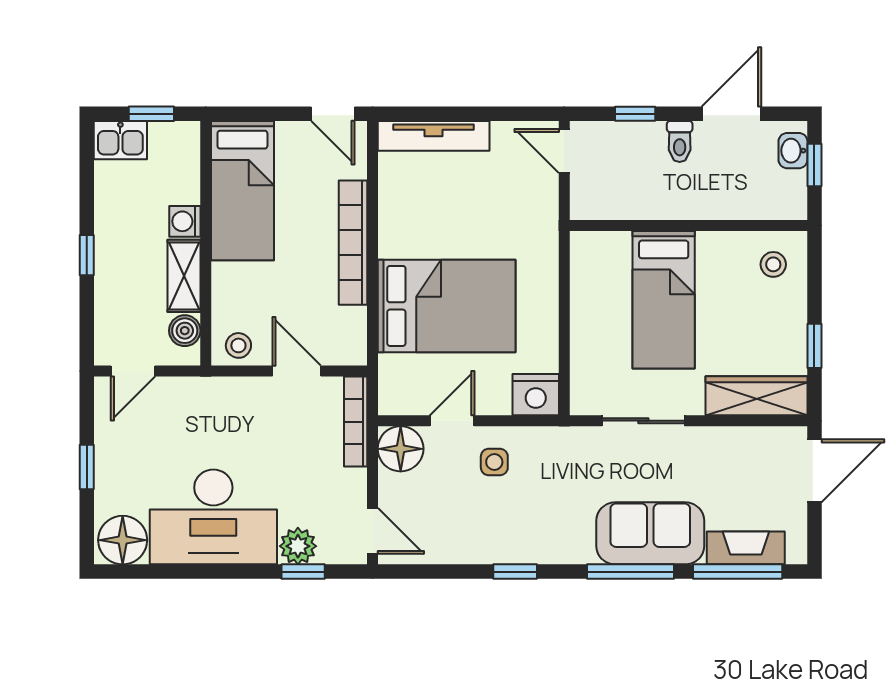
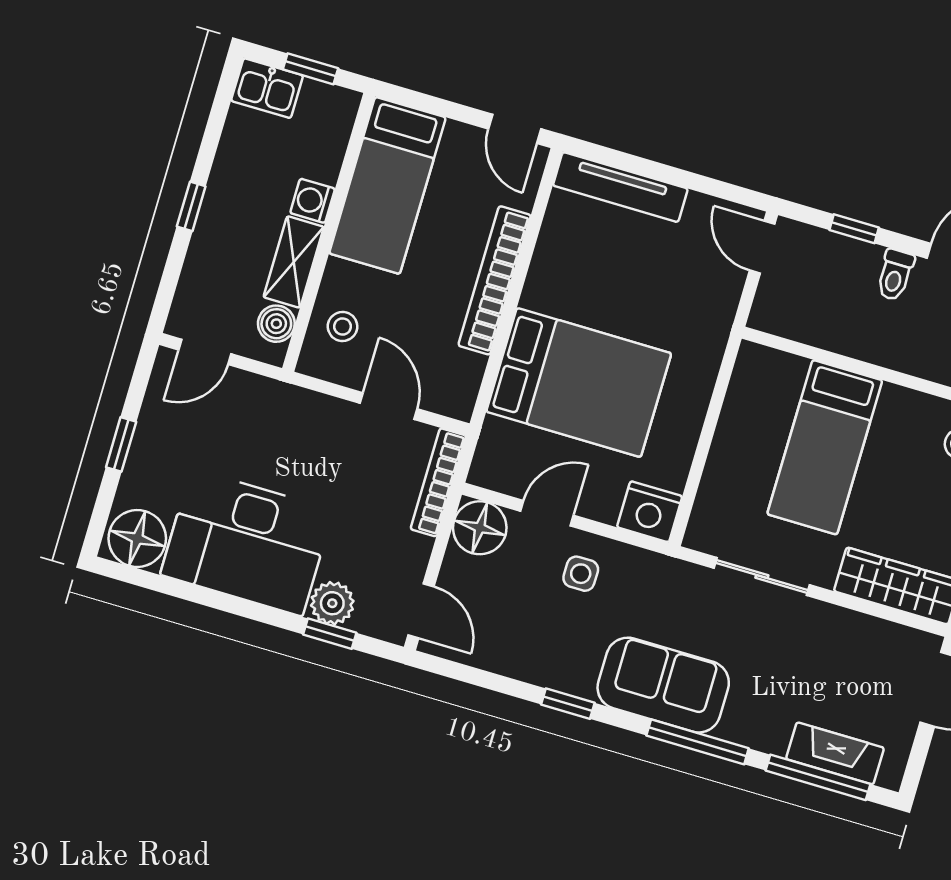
stool: (238, 345) -> (343, 326), moved
sofa: (650, 533) -> (663, 685), moved

